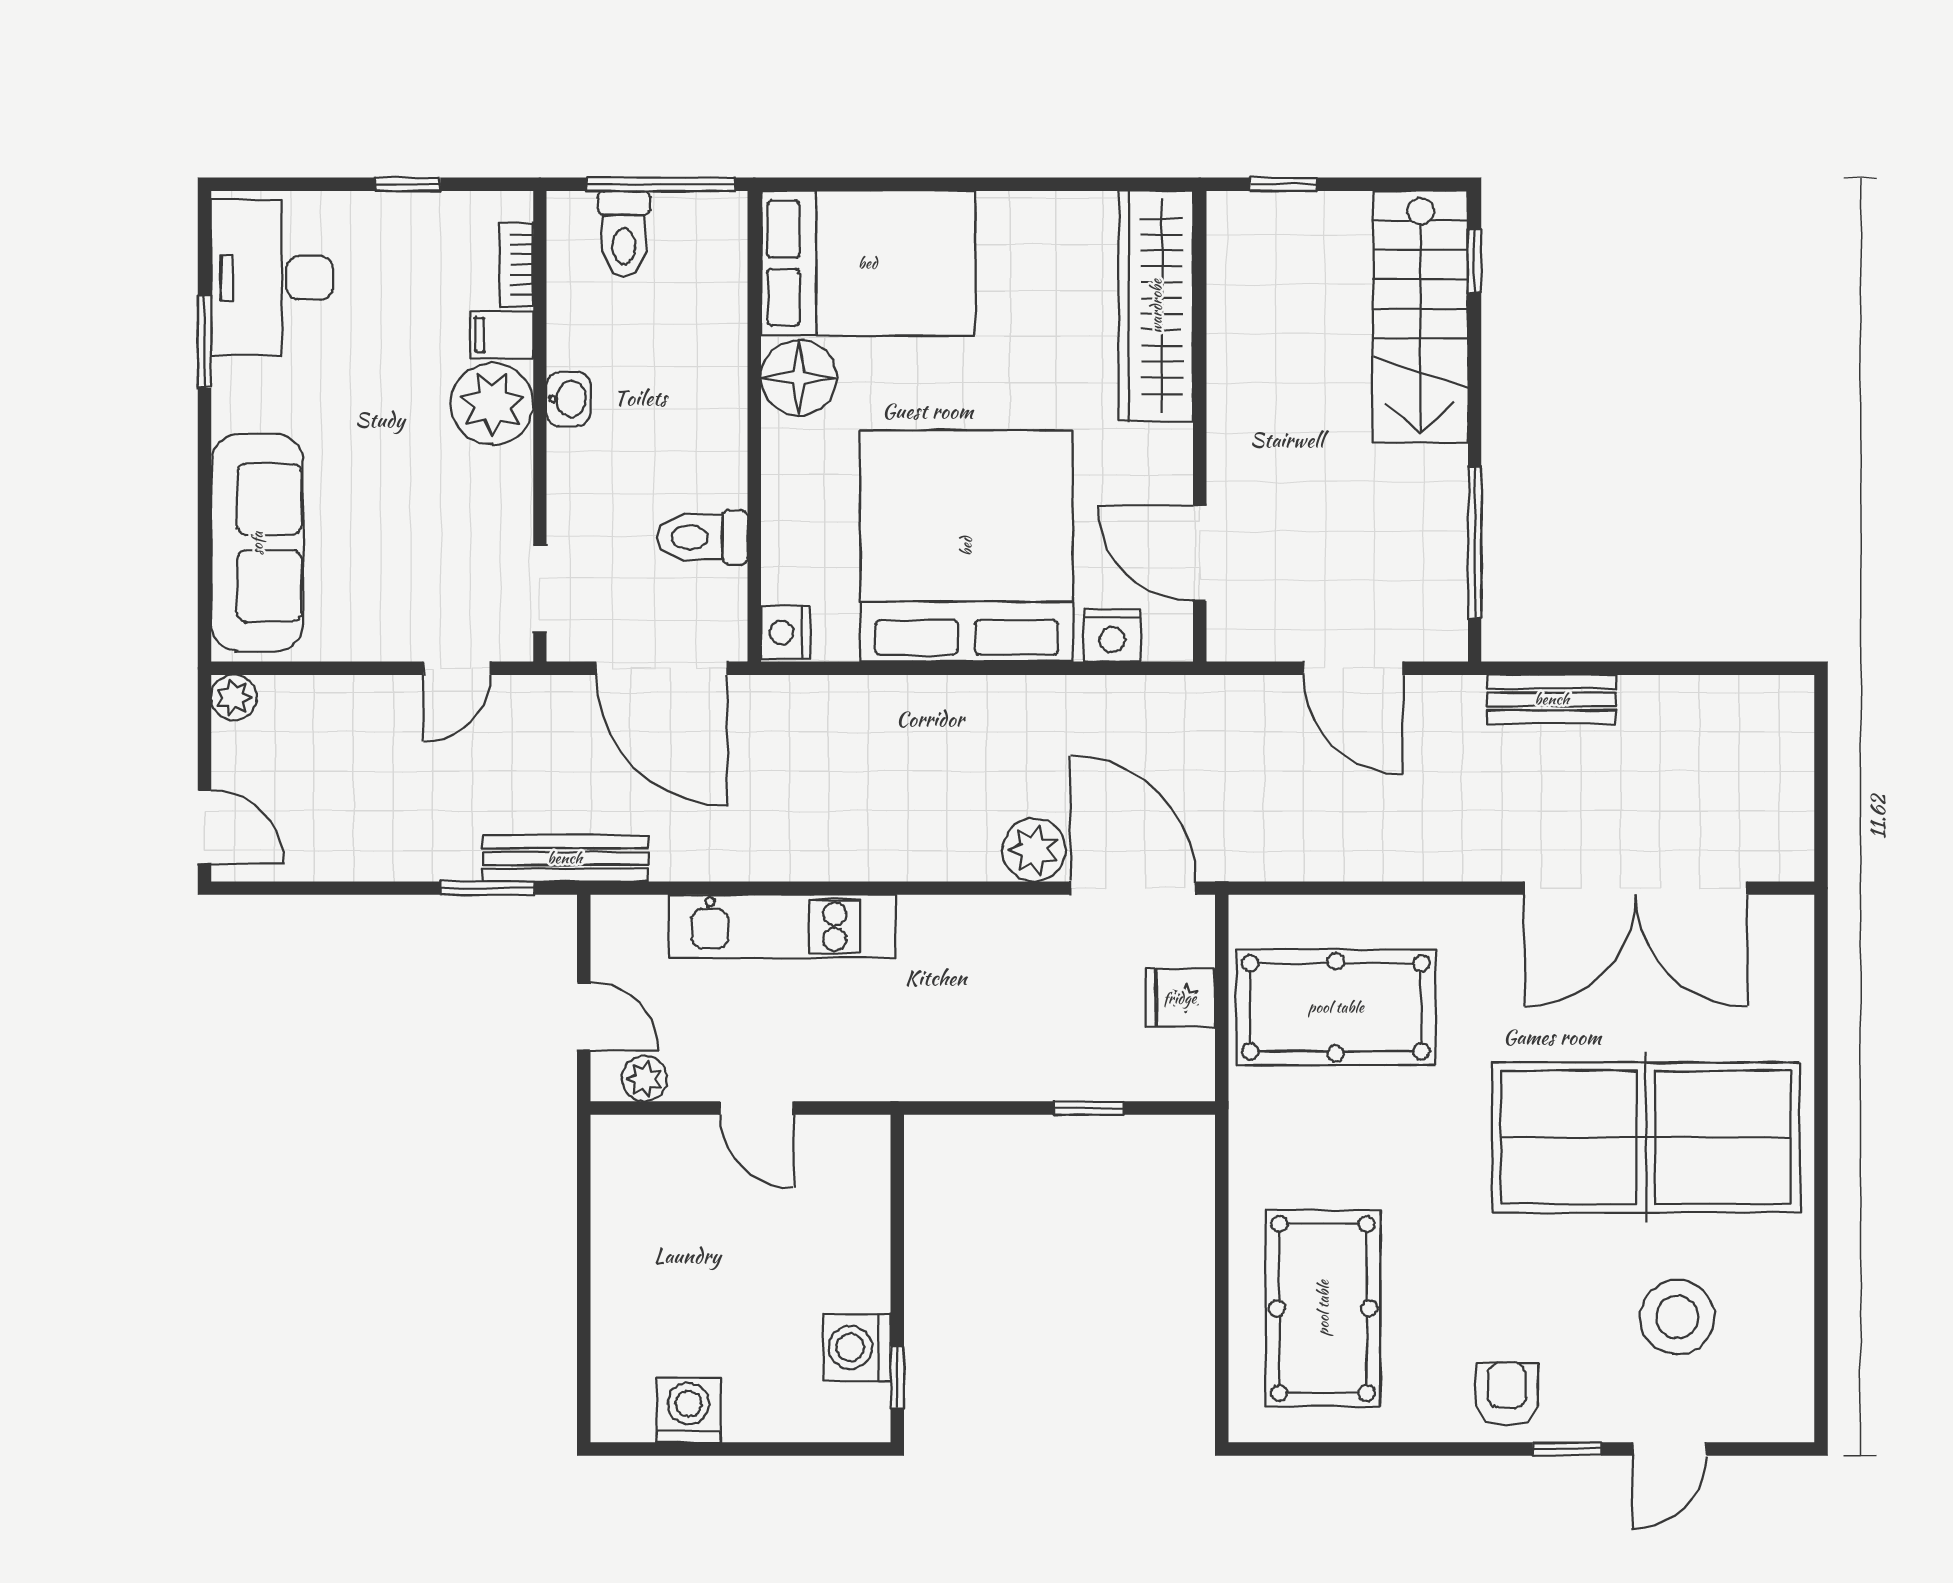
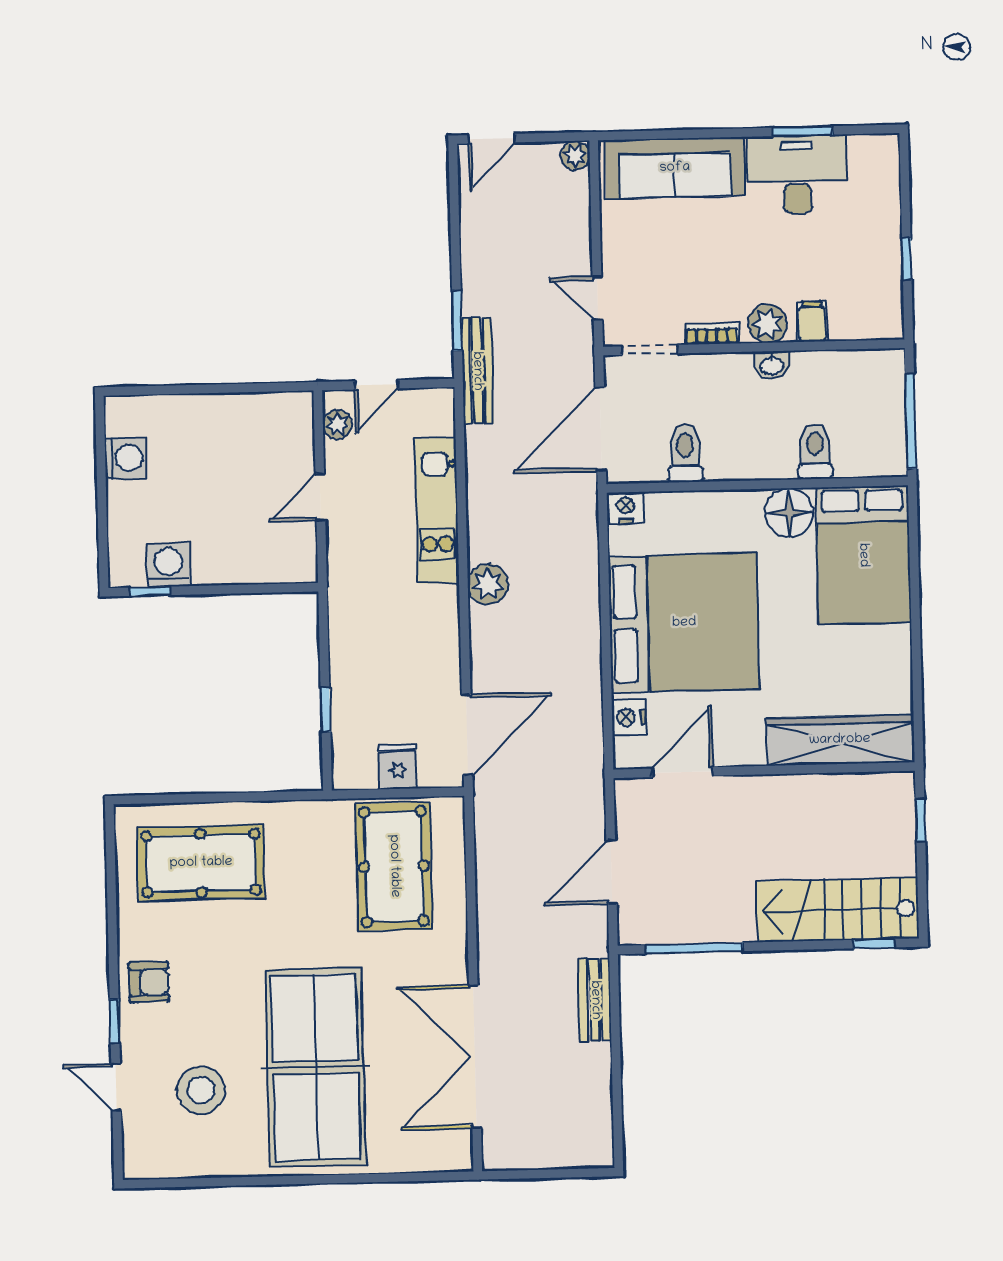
toilet: (624, 234) -> (815, 452), moved, turned 90
bookcase: (516, 264) -> (712, 333), moved
desk: (272, 278) -> (797, 175), moved
plant: (492, 404) -> (768, 324), width x0.73, depth x0.73
plant: (1034, 850) -> (488, 584), moved

